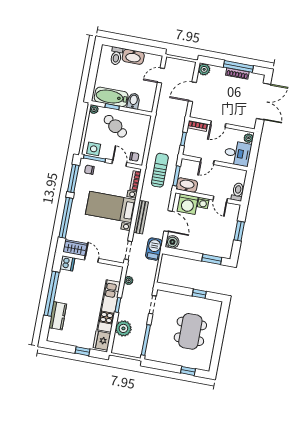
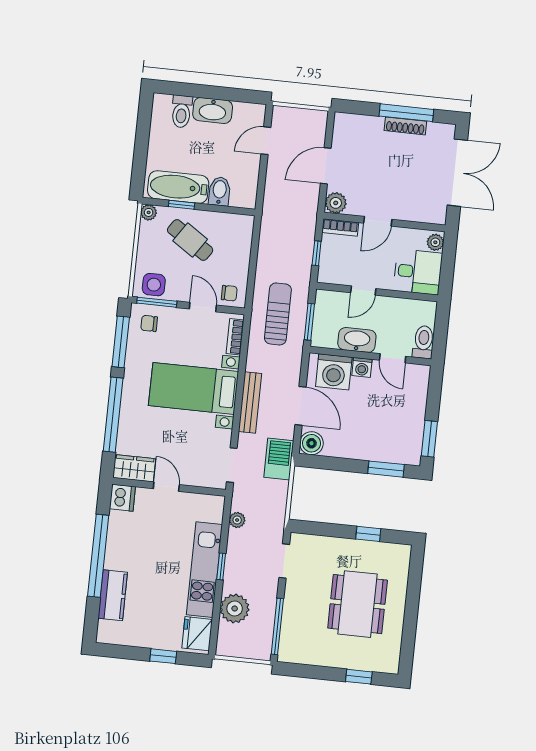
plant: (204, 69) -> (336, 203), moved
washbasin: (187, 185) -> (357, 340), moved
window: (239, 231) -> (429, 439), moved

